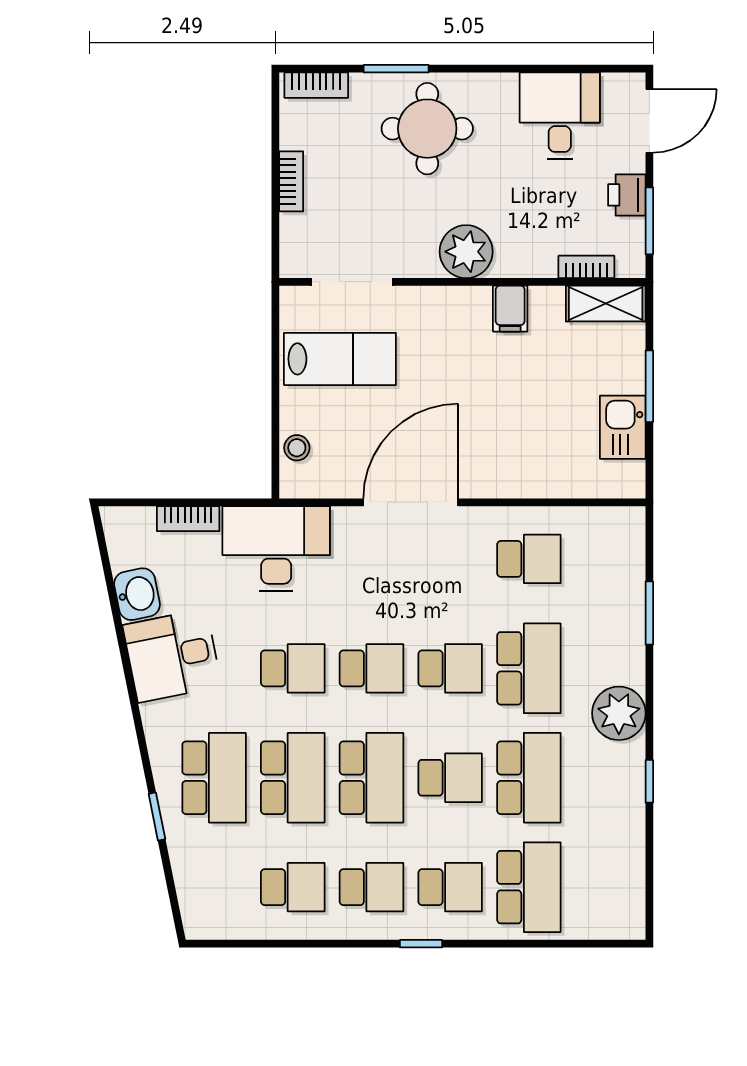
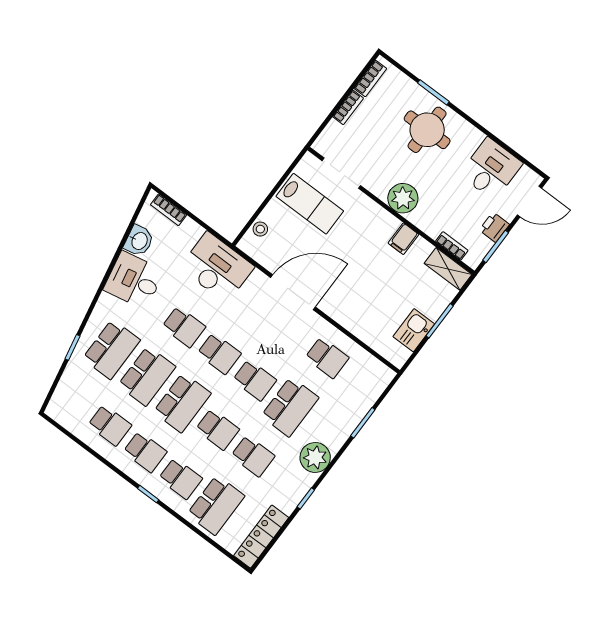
bookcase: (316, 85) -> (370, 78), moved, turned -90
bookcase: (188, 519) -> (169, 210), moved
school desk: (529, 778) -> (253, 456), width x0.54
locker: (627, 883) -> (261, 537), added

